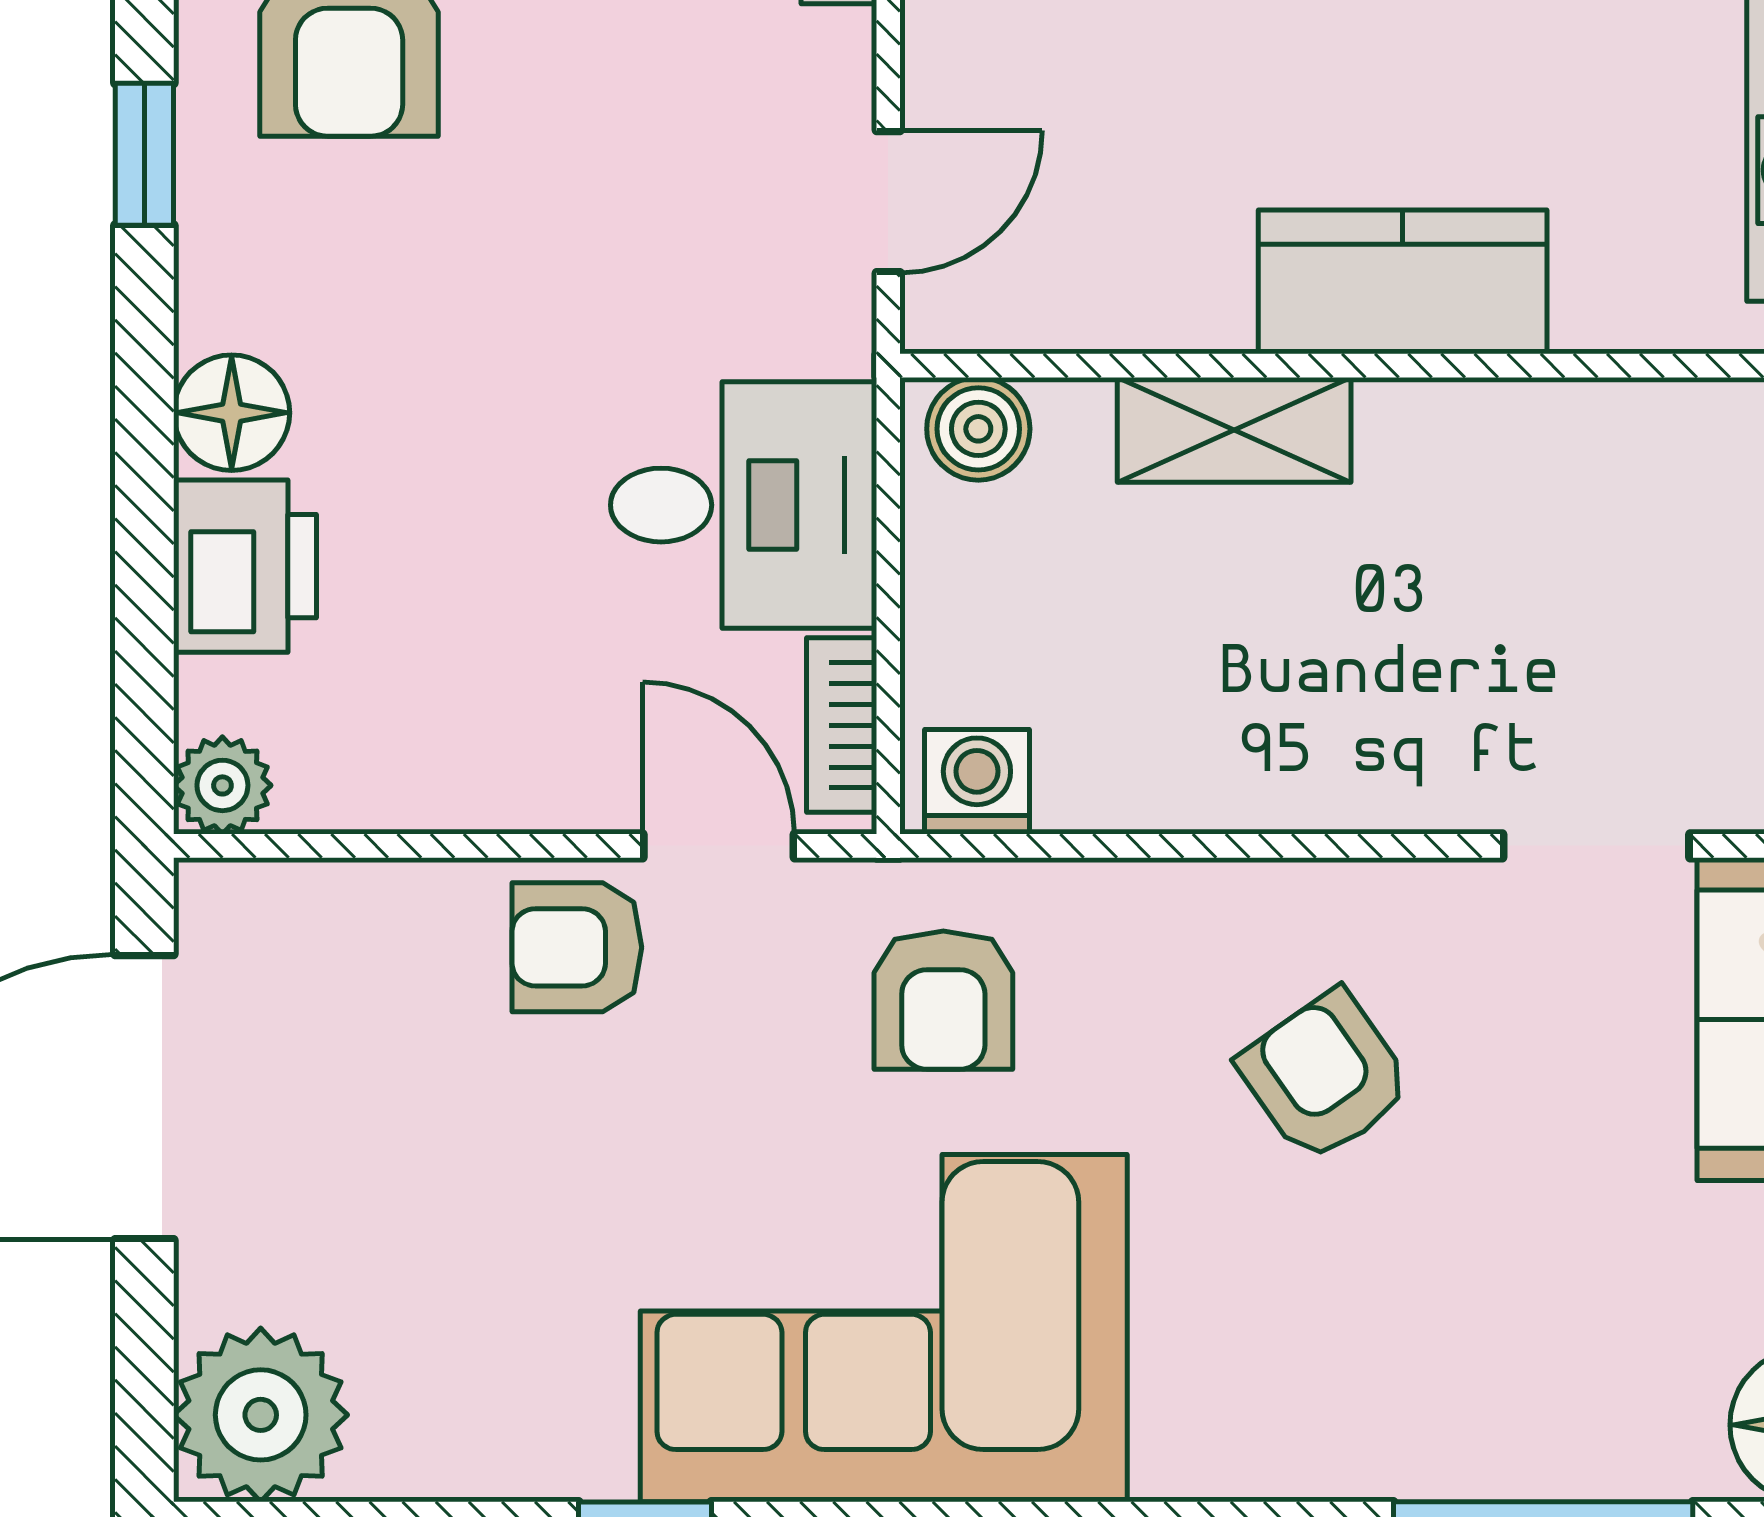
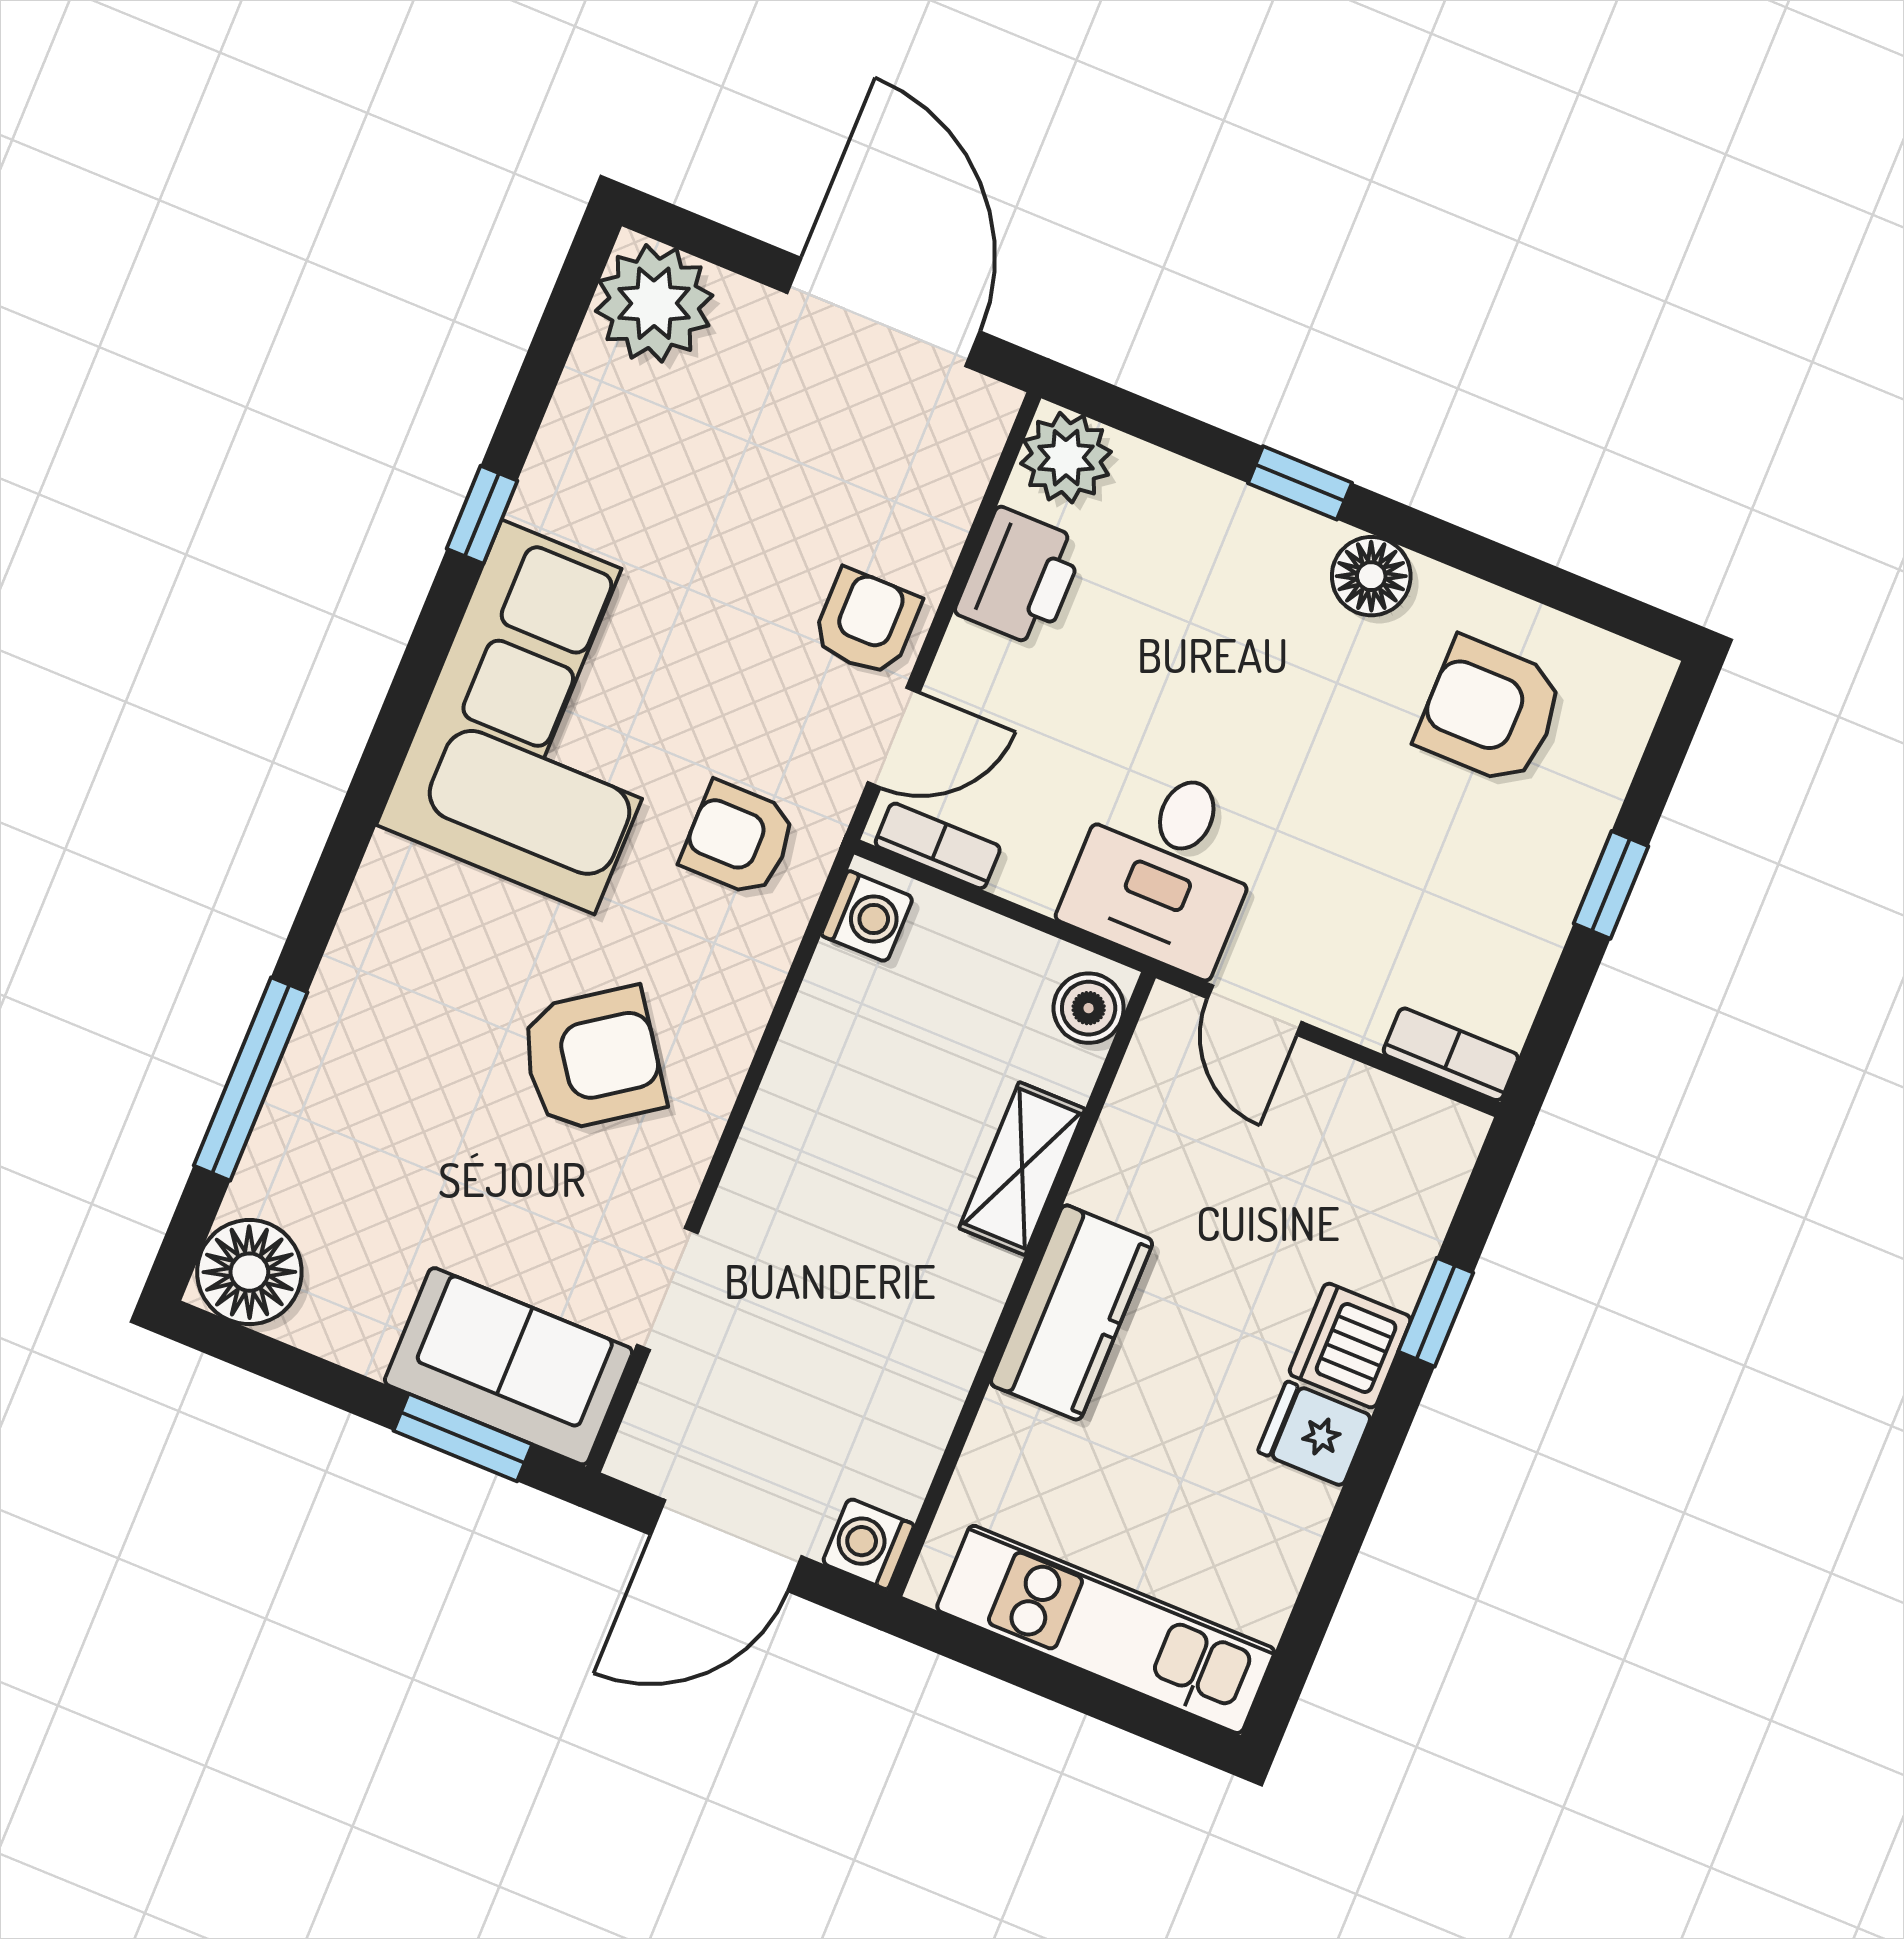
window: (144, 154) -> (1300, 483), moved
floor lamp: (232, 413) -> (1371, 576), moved
desk: (744, 505) -> (1165, 867), moved
printer: (245, 566) -> (1020, 577), moved, turned -90
plant: (222, 785) -> (1066, 458), width x1.38, depth x1.38
armchair: (1325, 1076) -> (592, 1059), width x1.38, depth x1.38

